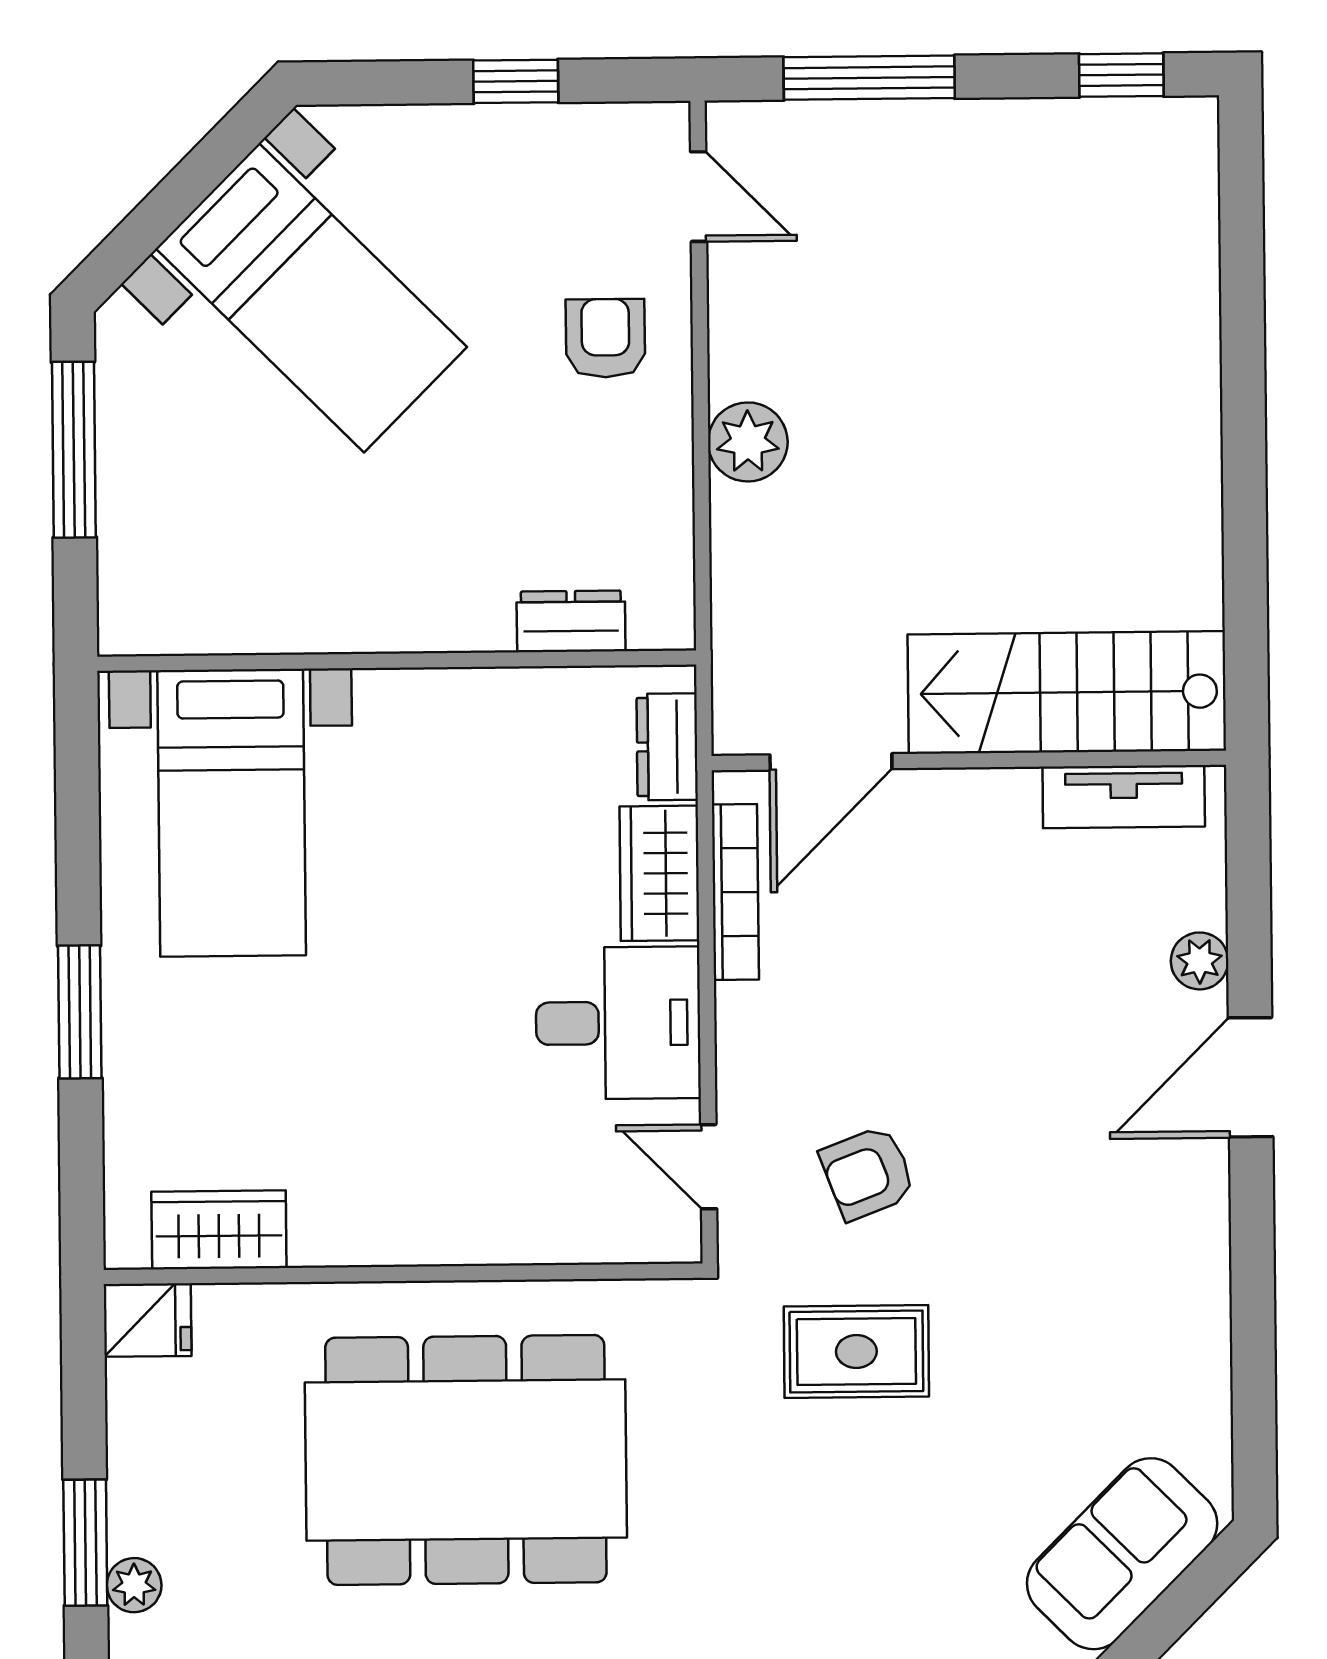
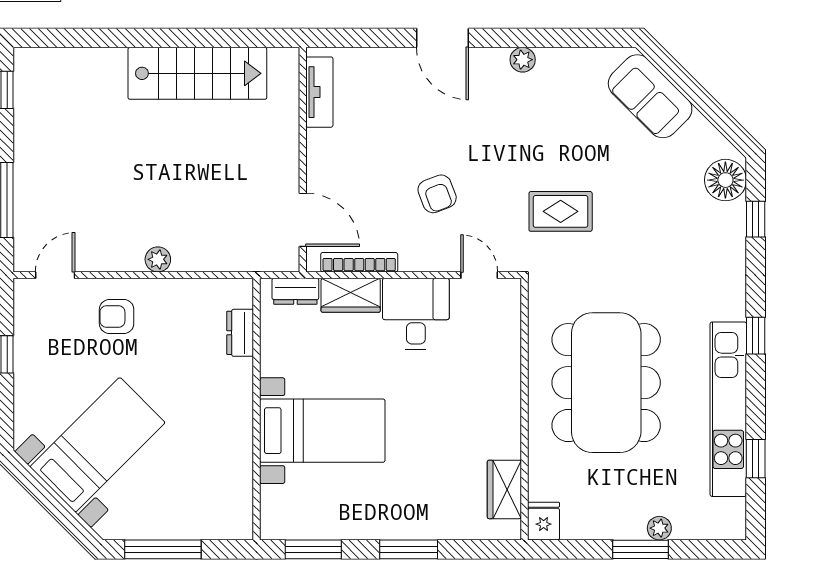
plant: (748, 442) -> (158, 259), width x0.73, depth x0.73
stairs: (1067, 692) -> (197, 73), moved, turned -90
window: (77, 794) -> (313, 549), added
bed with nightstands: (232, 813) -> (322, 431), moved
plant: (1200, 961) -> (523, 60), moved
door: (709, 1167) -> (479, 275), swing flipped
armchair: (868, 1173) -> (437, 194), moved
rug: (856, 1351) -> (561, 211), turned 90

